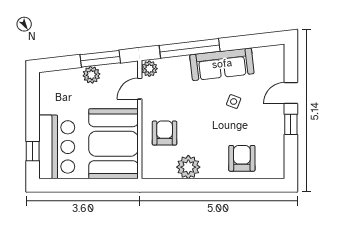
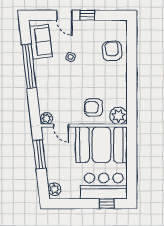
window: (190, 48) -> (29, 66), moved
sofa: (222, 64) -> (41, 42), moved, width x0.73
plant: (91, 75) -> (54, 189), moved
armchair: (242, 158) -> (112, 51), turned 85
plant: (188, 167) -> (118, 116), moved

